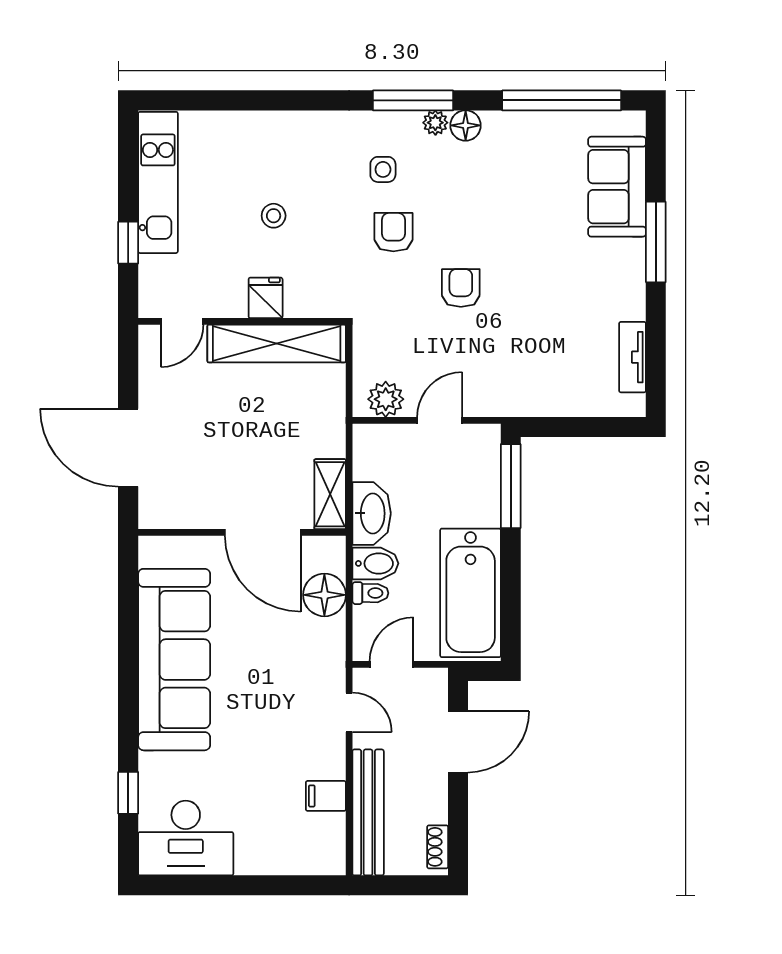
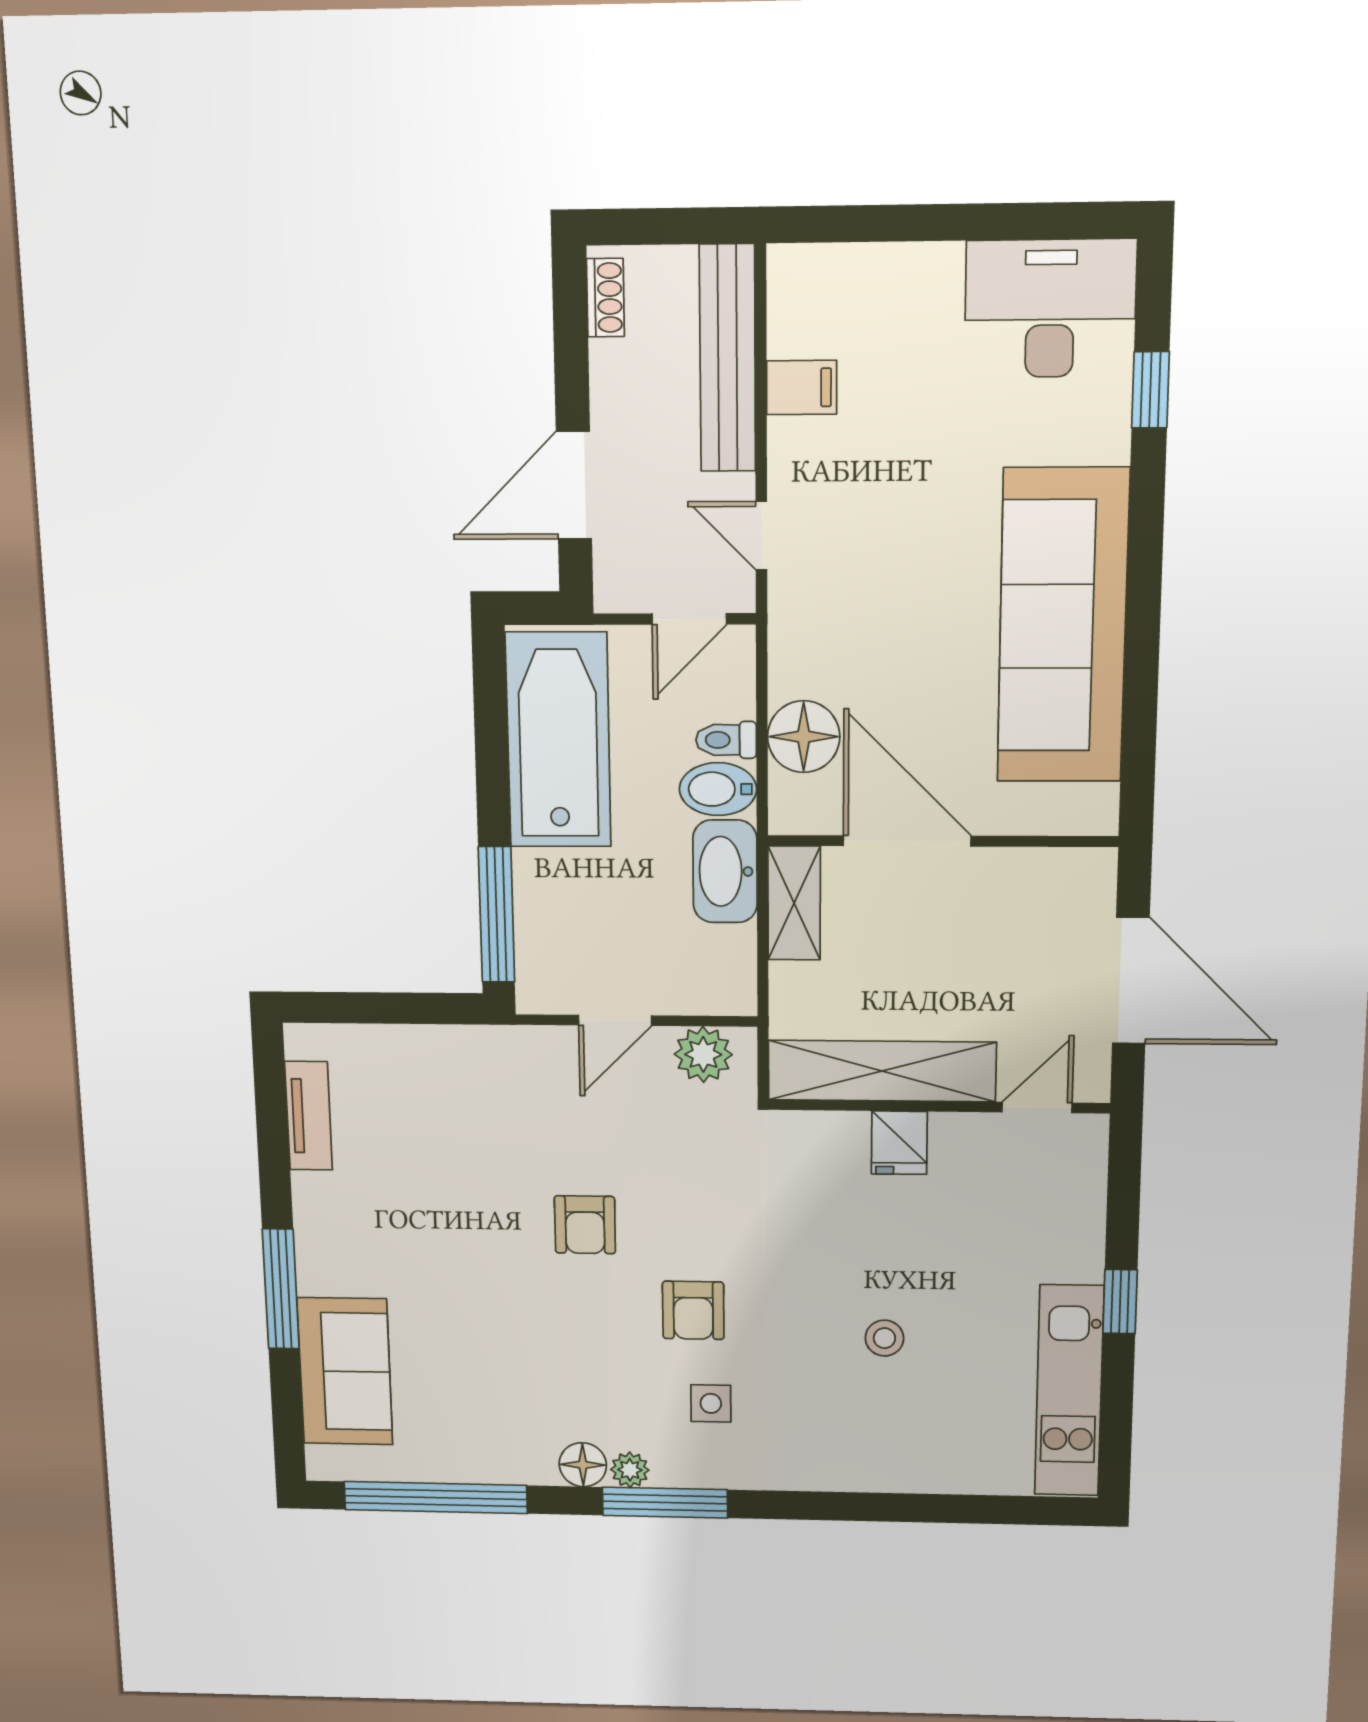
fridge: (266, 298) -> (899, 1143), moved
door: (182, 321) -> (1037, 1108), moved
wall: (242, 321) -> (939, 1107), moved
shelving: (277, 344) -> (882, 1071), moved

